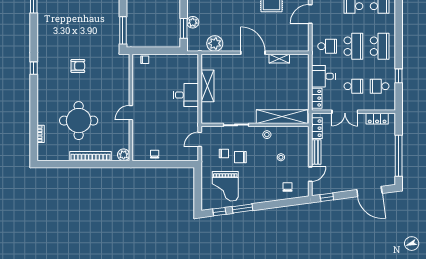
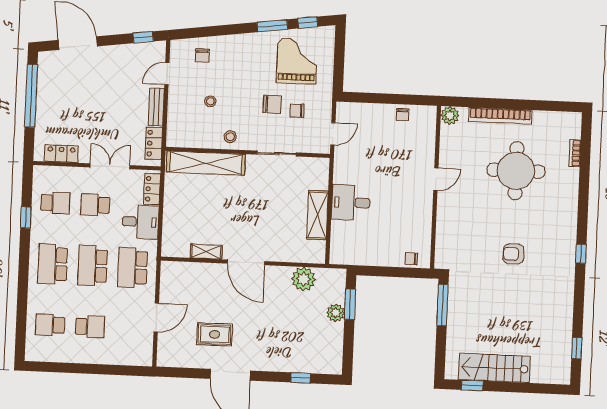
school desk: (327, 46) -> (133, 267), width x1.85

